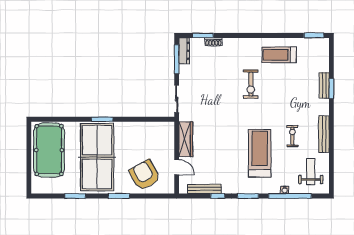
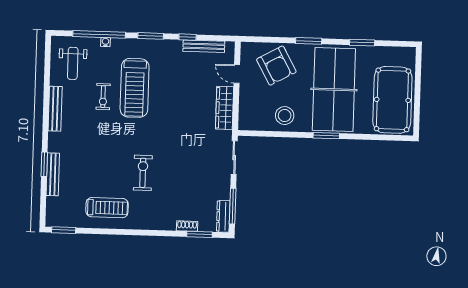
bench: (324, 85) -> (53, 174), width x1.36
stool: (137, 135) -> (285, 116), added
exercise bike: (292, 136) -> (103, 97), moved

